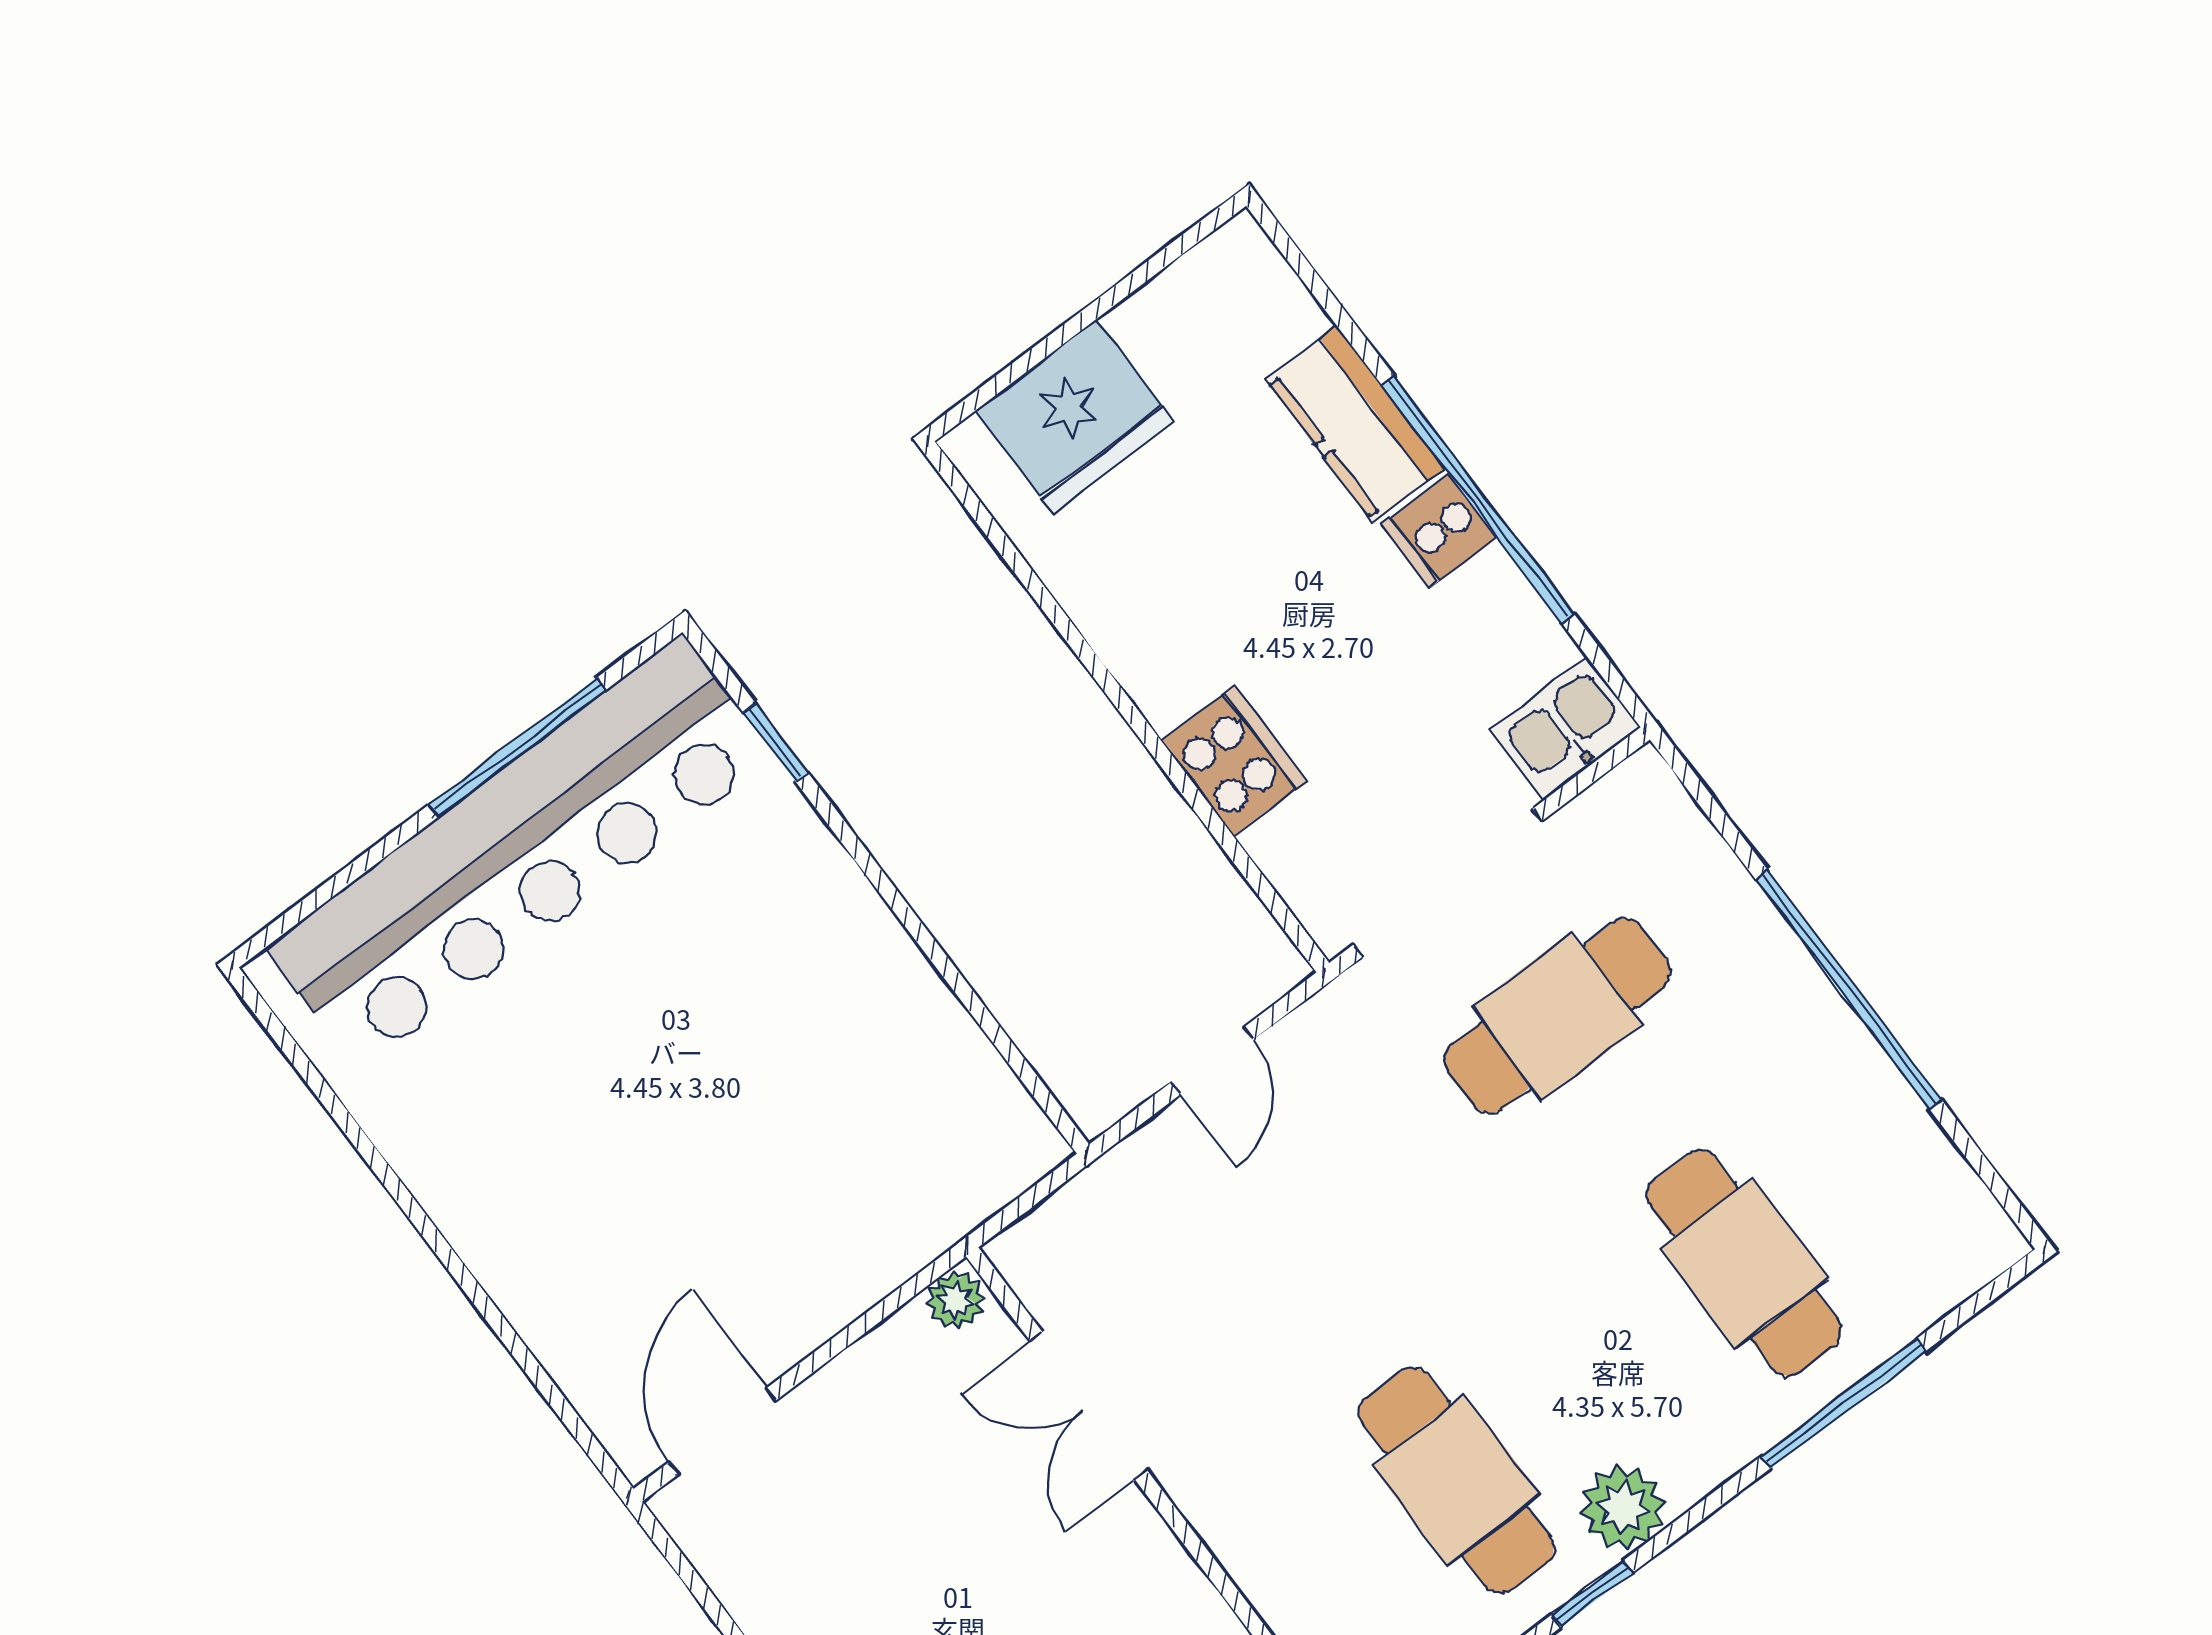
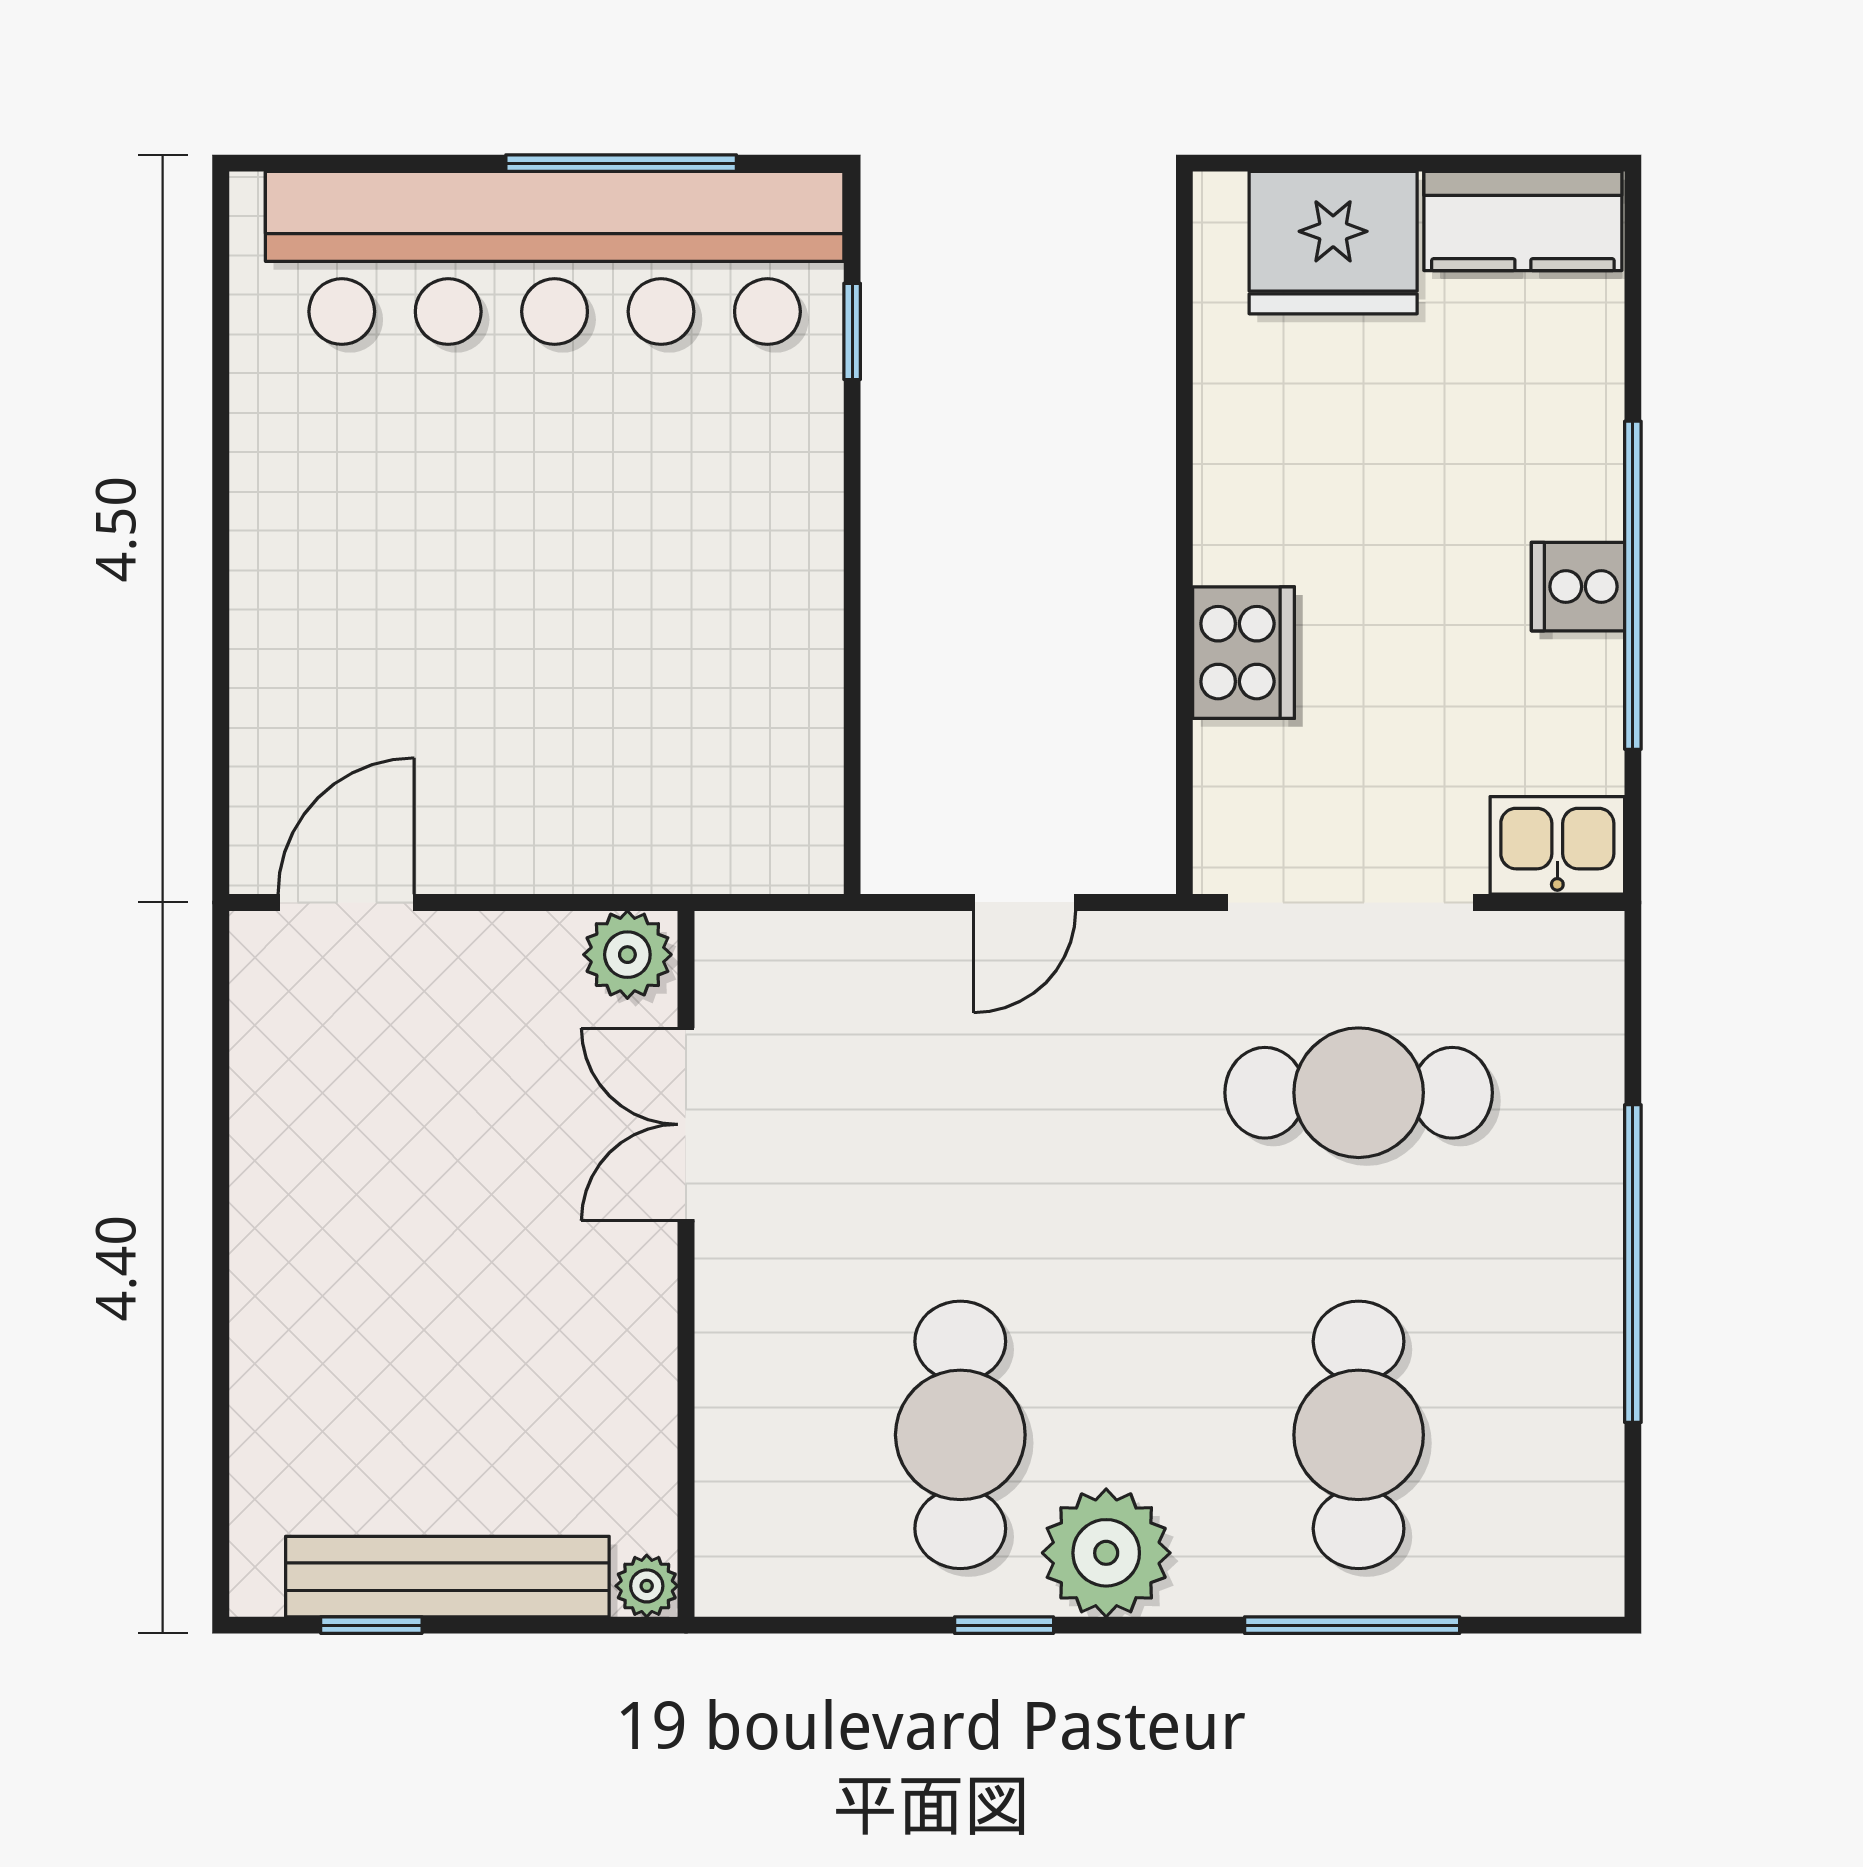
kitchen counter: (1355, 424) -> (1523, 221), moved, turned -90
plant: (956, 1300) -> (627, 955), width x1.38, depth x1.38
plant: (1623, 1508) -> (1106, 1553), width x1.36, depth x1.36

